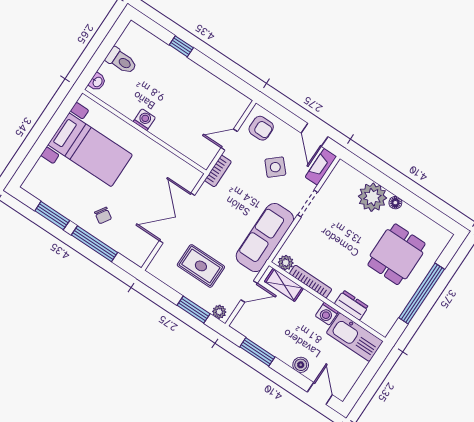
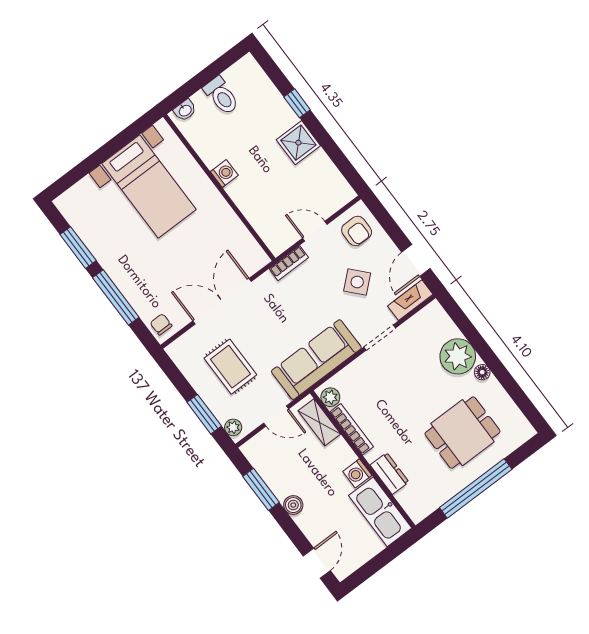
shower: (193, 76) -> (298, 143), added
chair: (103, 215) -> (161, 324), moved, turned 147
boiler: (301, 365) -> (293, 505), moved

